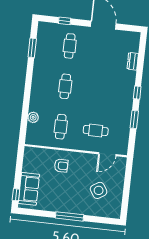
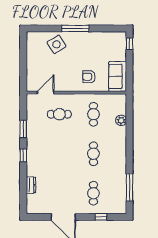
window: (32, 48) -> (129, 187), width x1.44
sofa: (29, 189) -> (118, 76), moved
side table: (99, 190) -> (57, 44), moved

